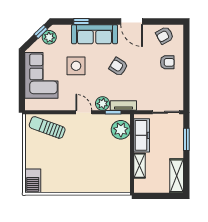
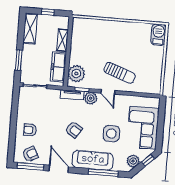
window: (81, 22) -> (103, 173), width x2.17
window: (164, 22) -> (30, 166), added
window: (41, 32) -> (148, 160), moved
sun lounger: (47, 127) -> (120, 73), moved
window: (158, 196) -> (48, 12), added

